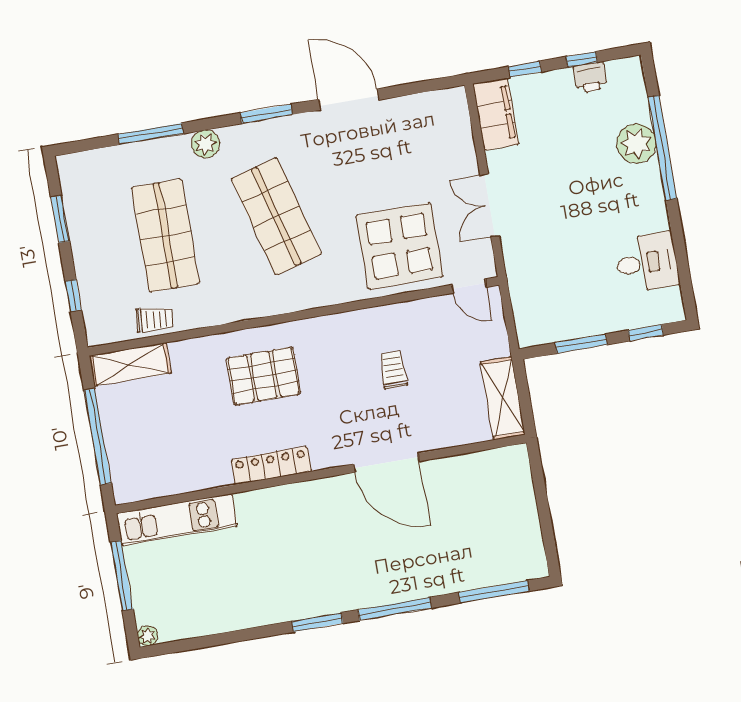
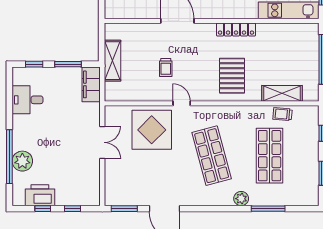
printer: (590, 77) -> (40, 195), width x1.87, depth x1.48
window: (266, 114) -> (124, 209), moved
filing cabinet: (496, 114) -> (91, 84), moved
door: (469, 286) -> (182, 103), moved
shelving: (130, 364) -> (282, 93), moved
pallet: (263, 376) -> (232, 76), turned 90
shelving: (503, 398) -> (113, 61), moved

